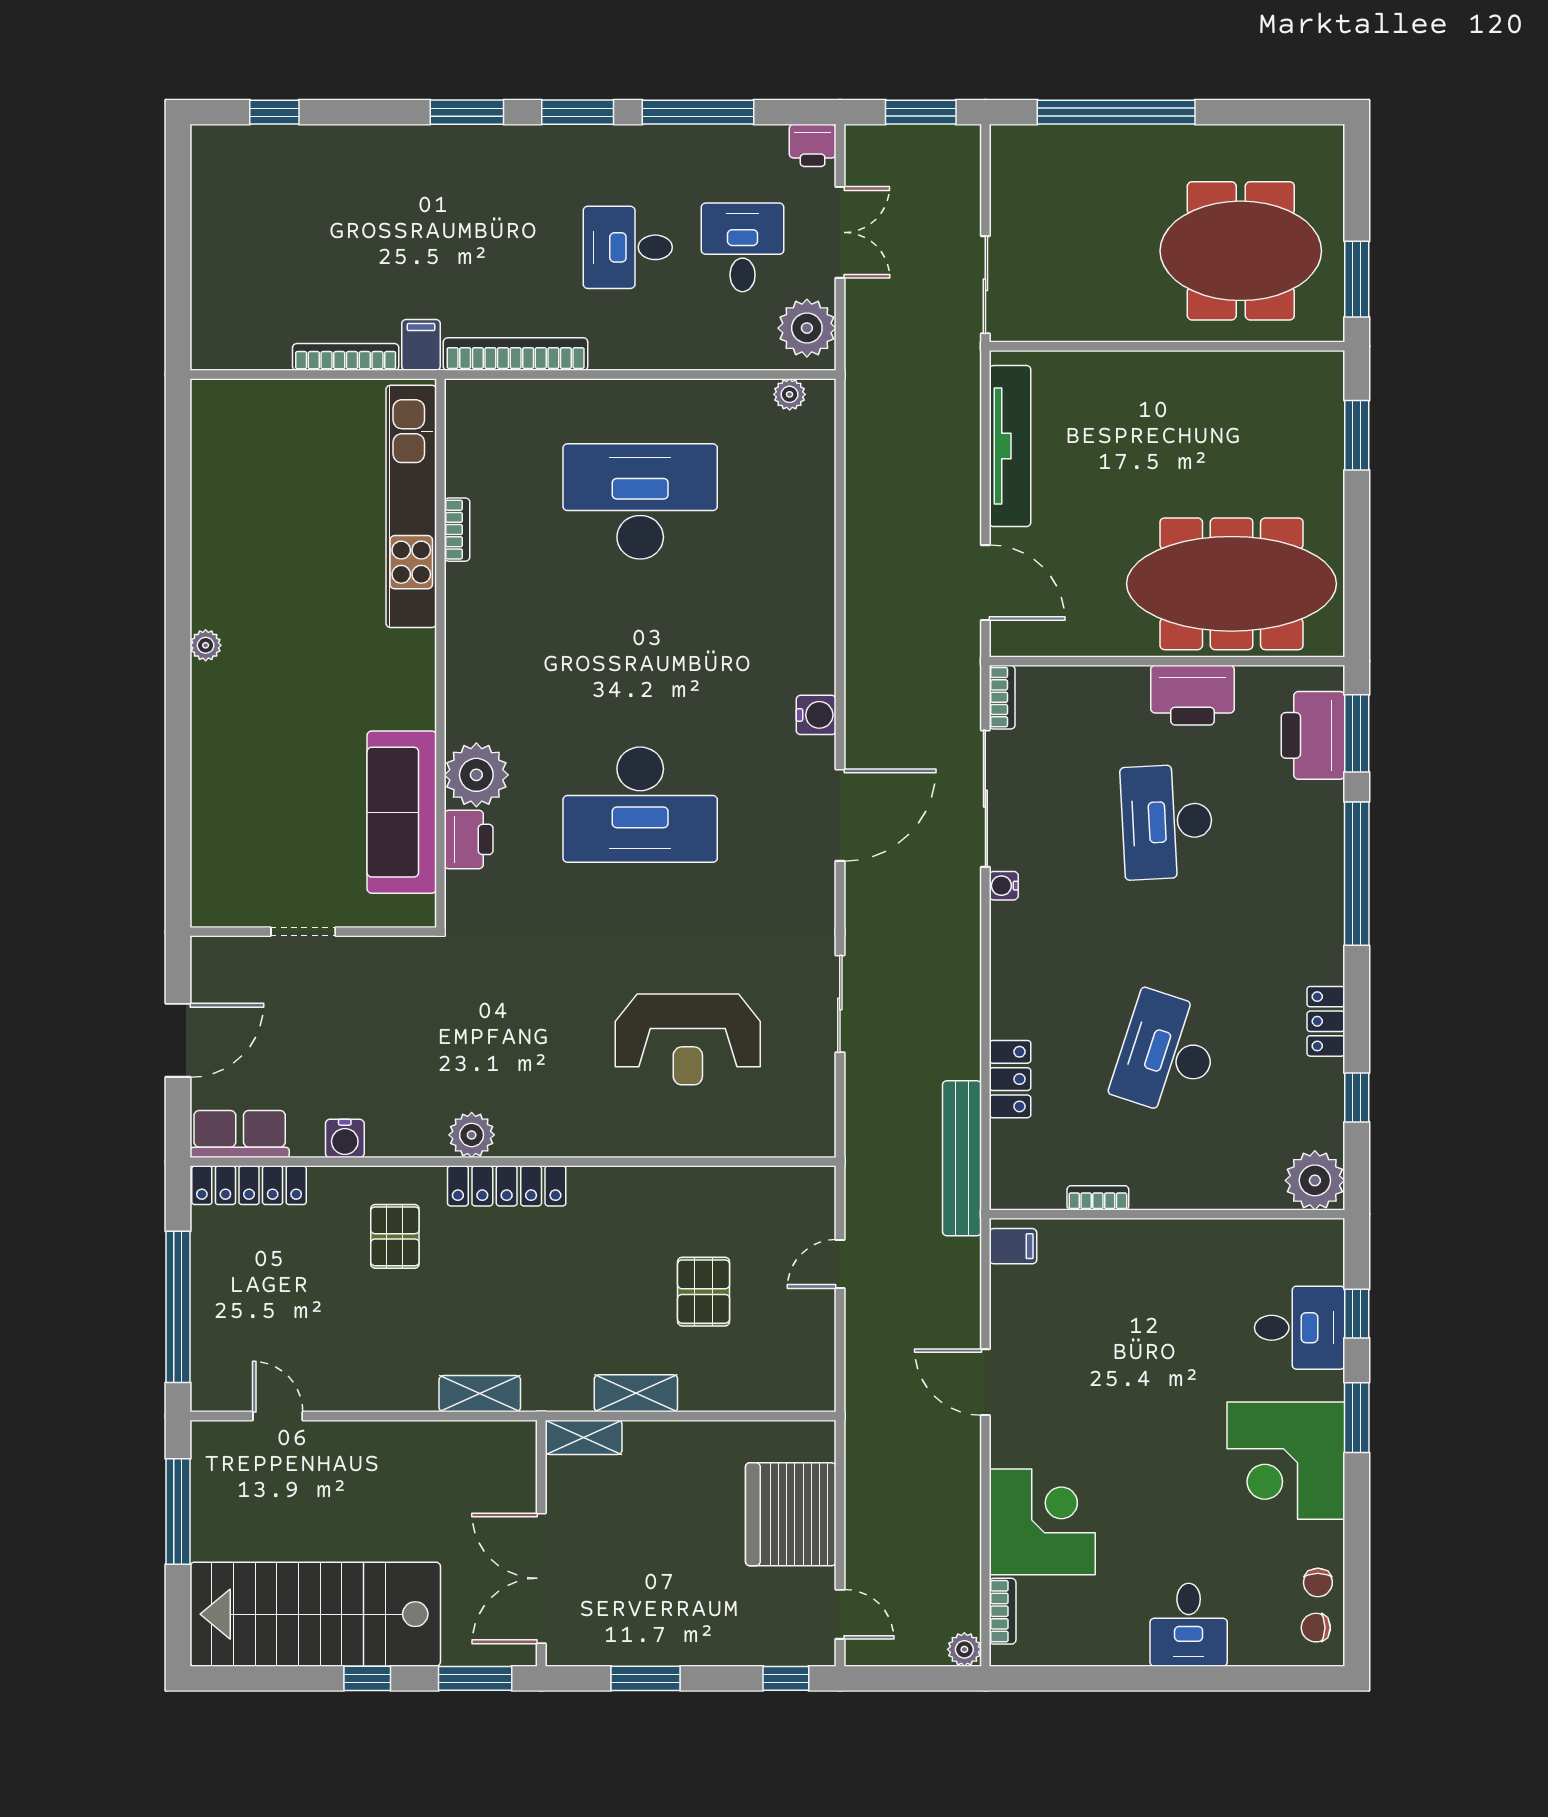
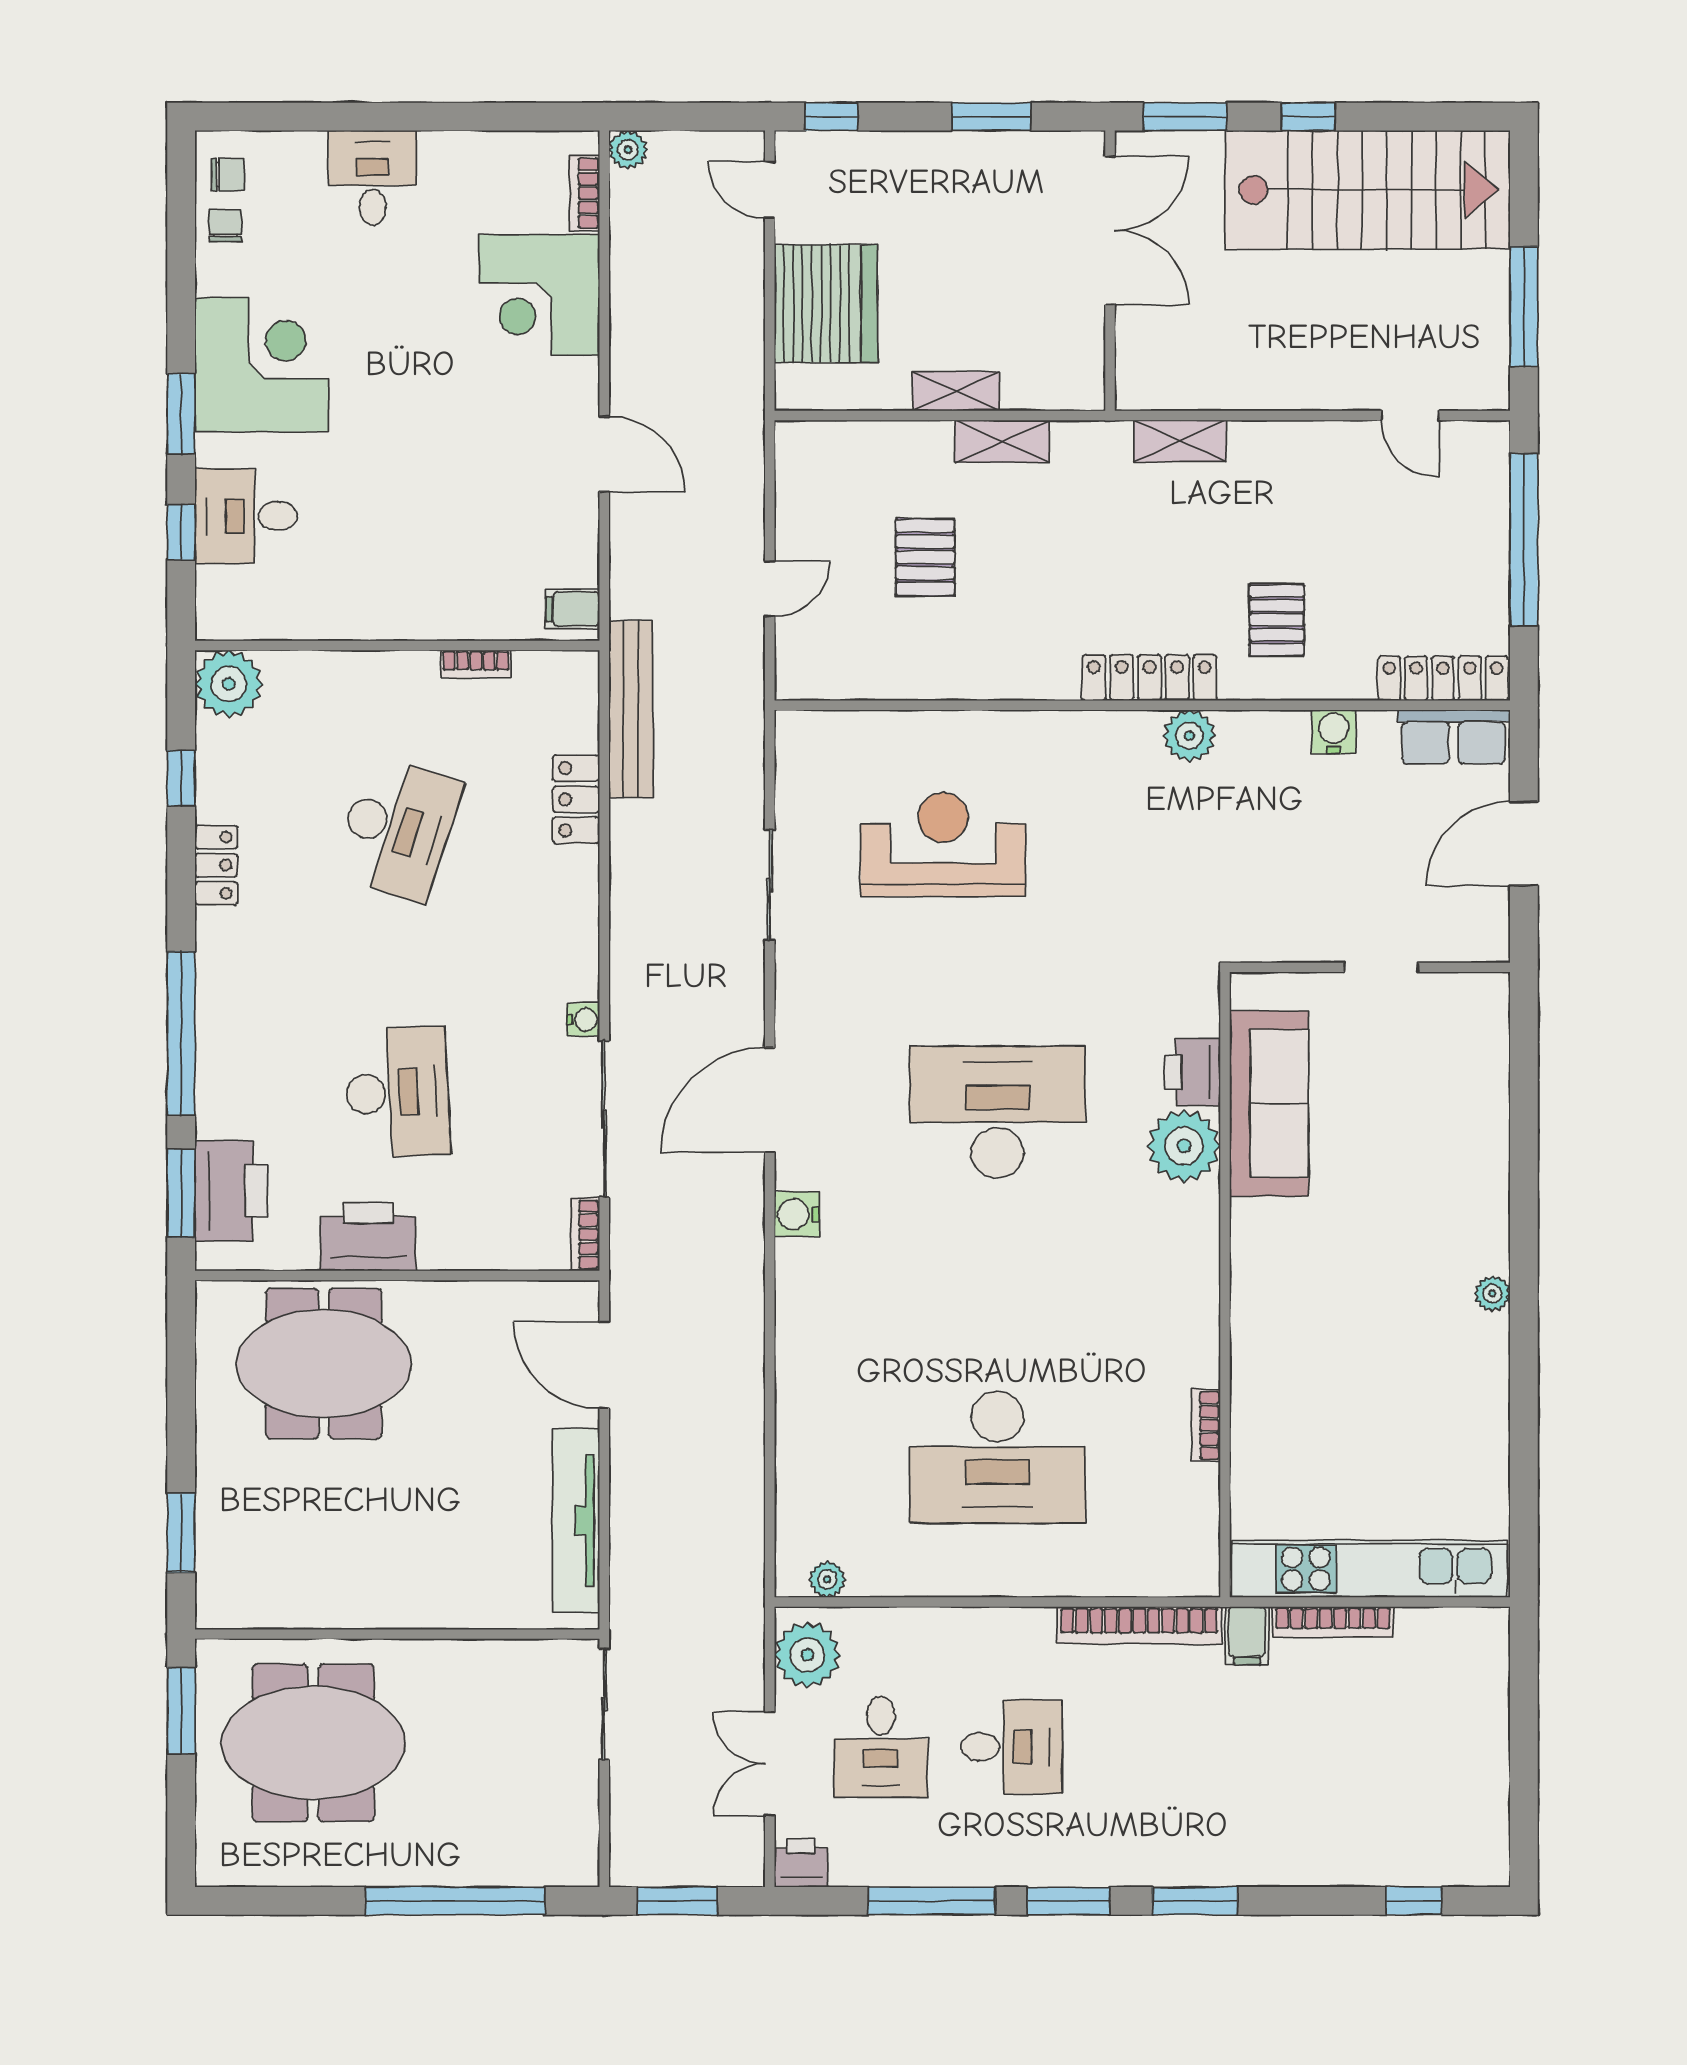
kitchen unit: (411, 506) -> (1369, 1569), moved, turned -90
meeting table: (1232, 584) -> (324, 1364), width x0.73
shelving: (584, 1437) -> (956, 391), moved

